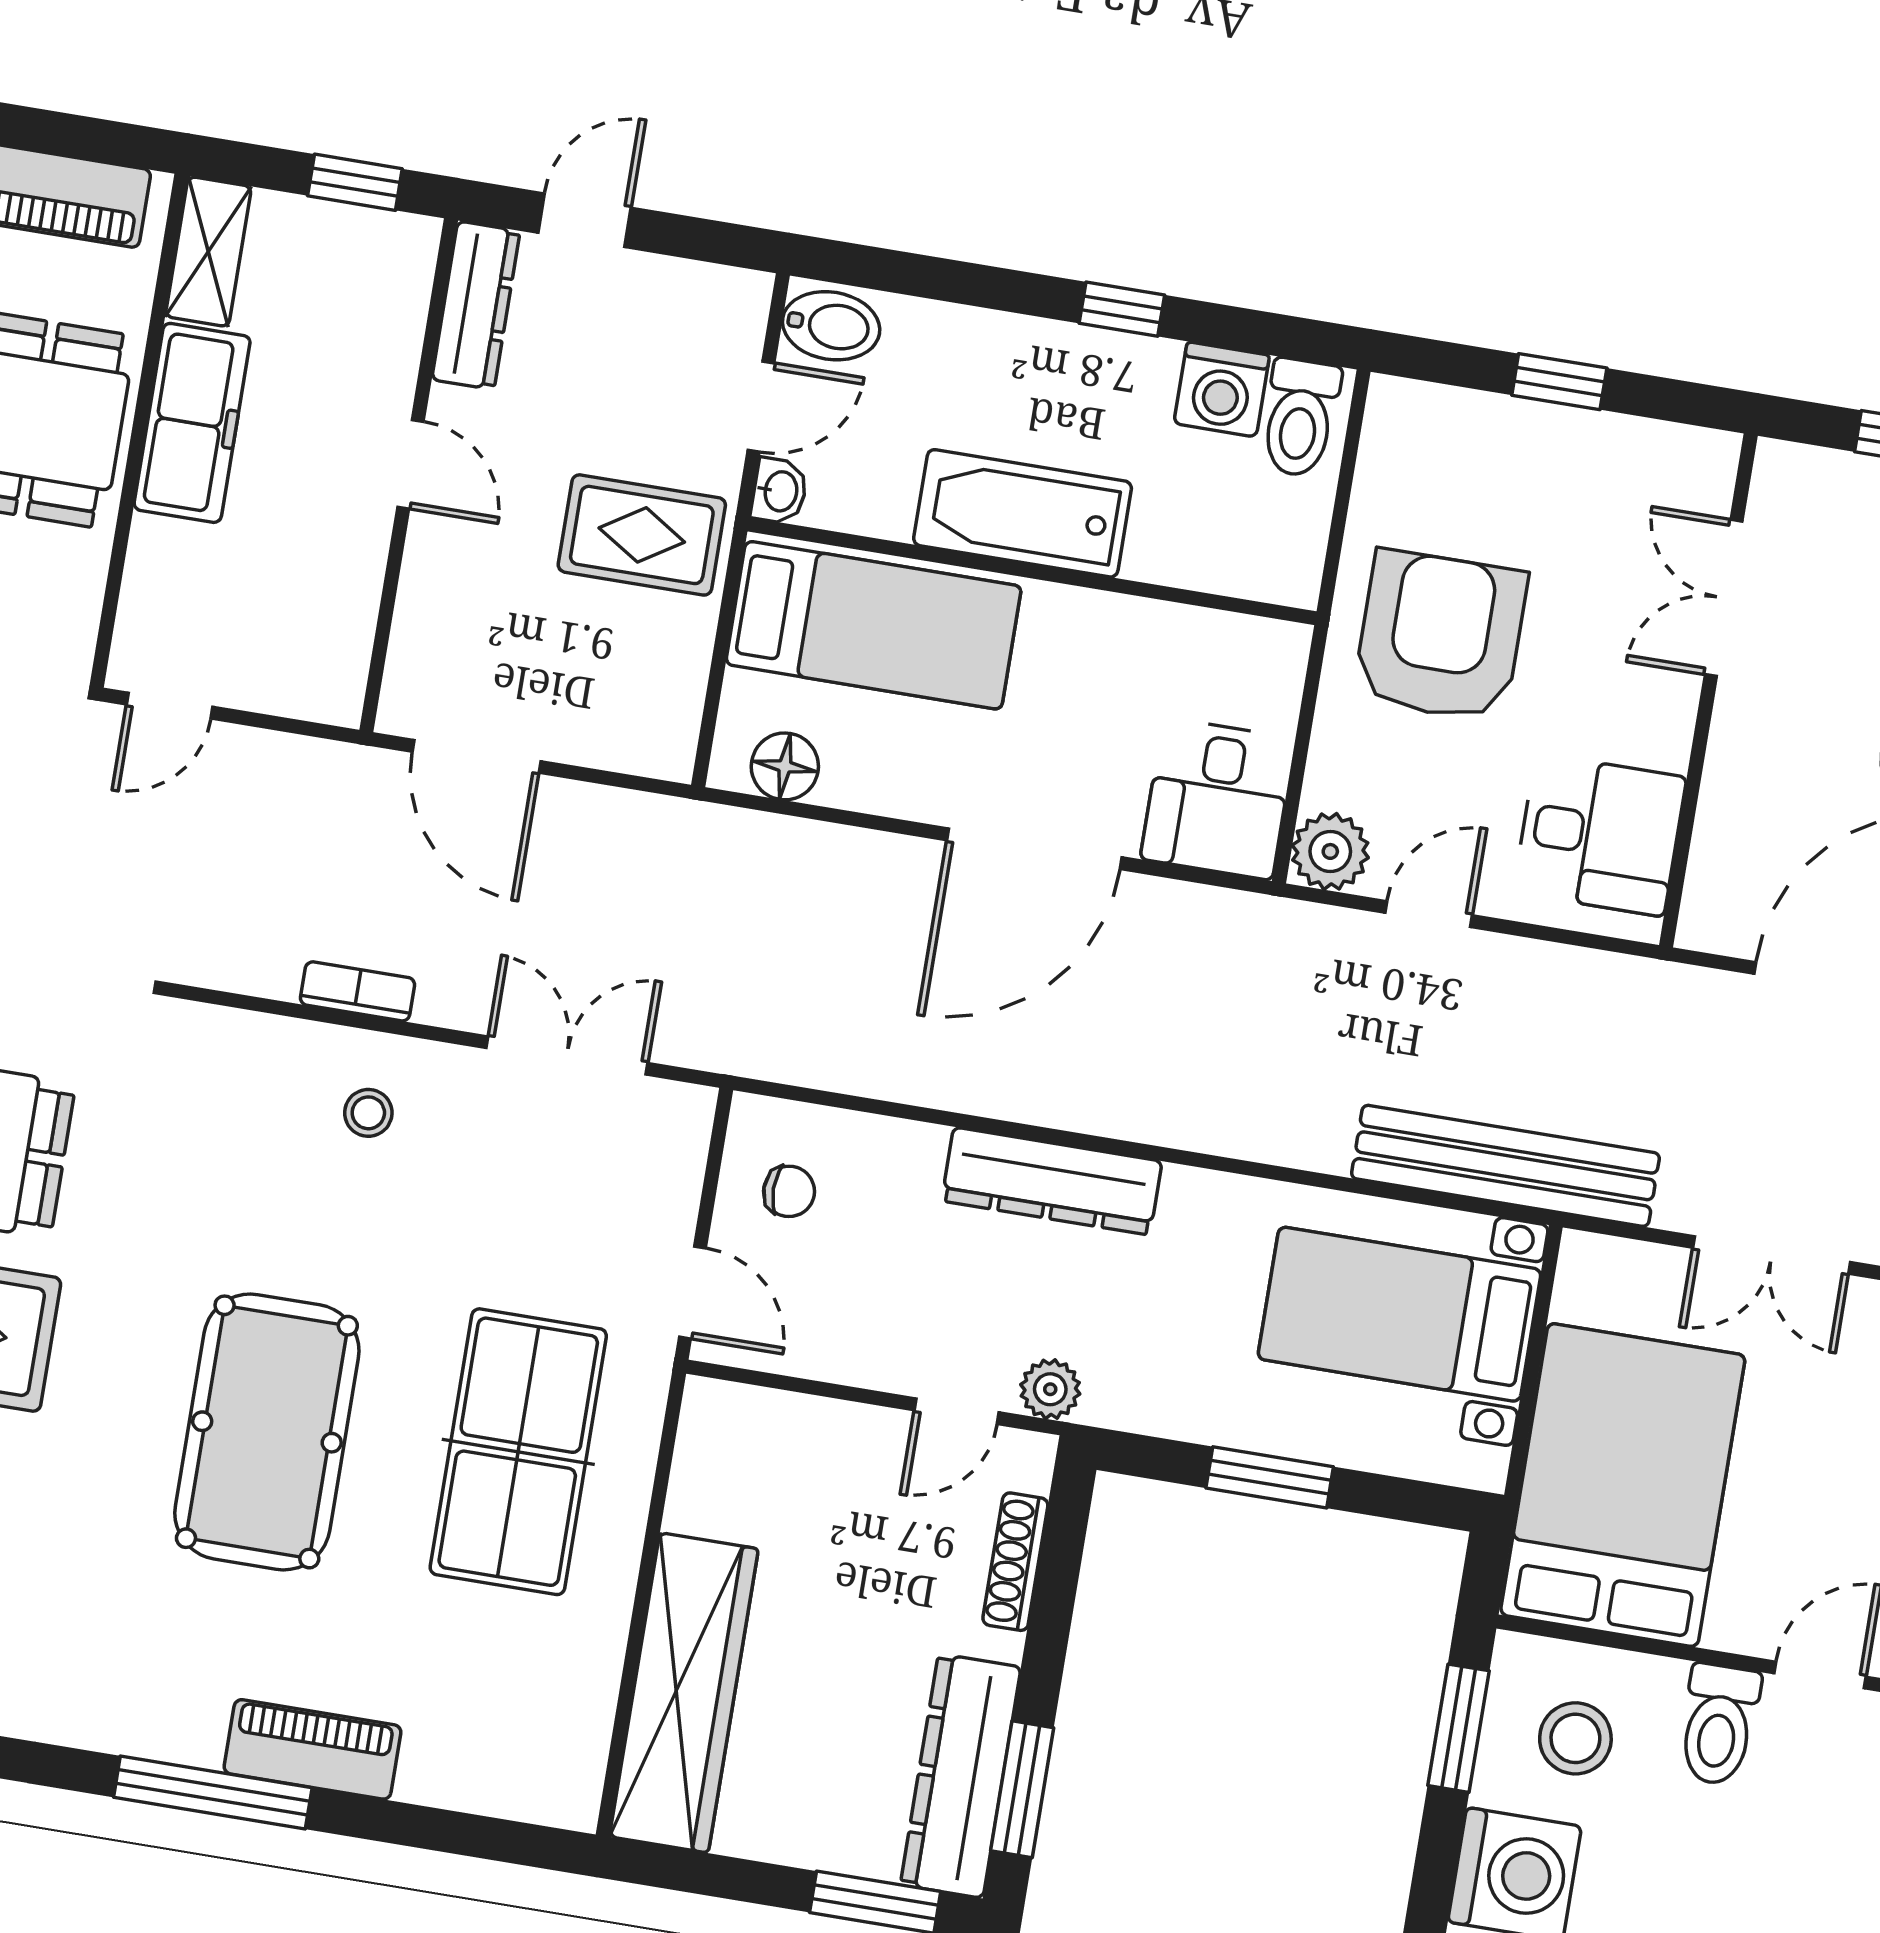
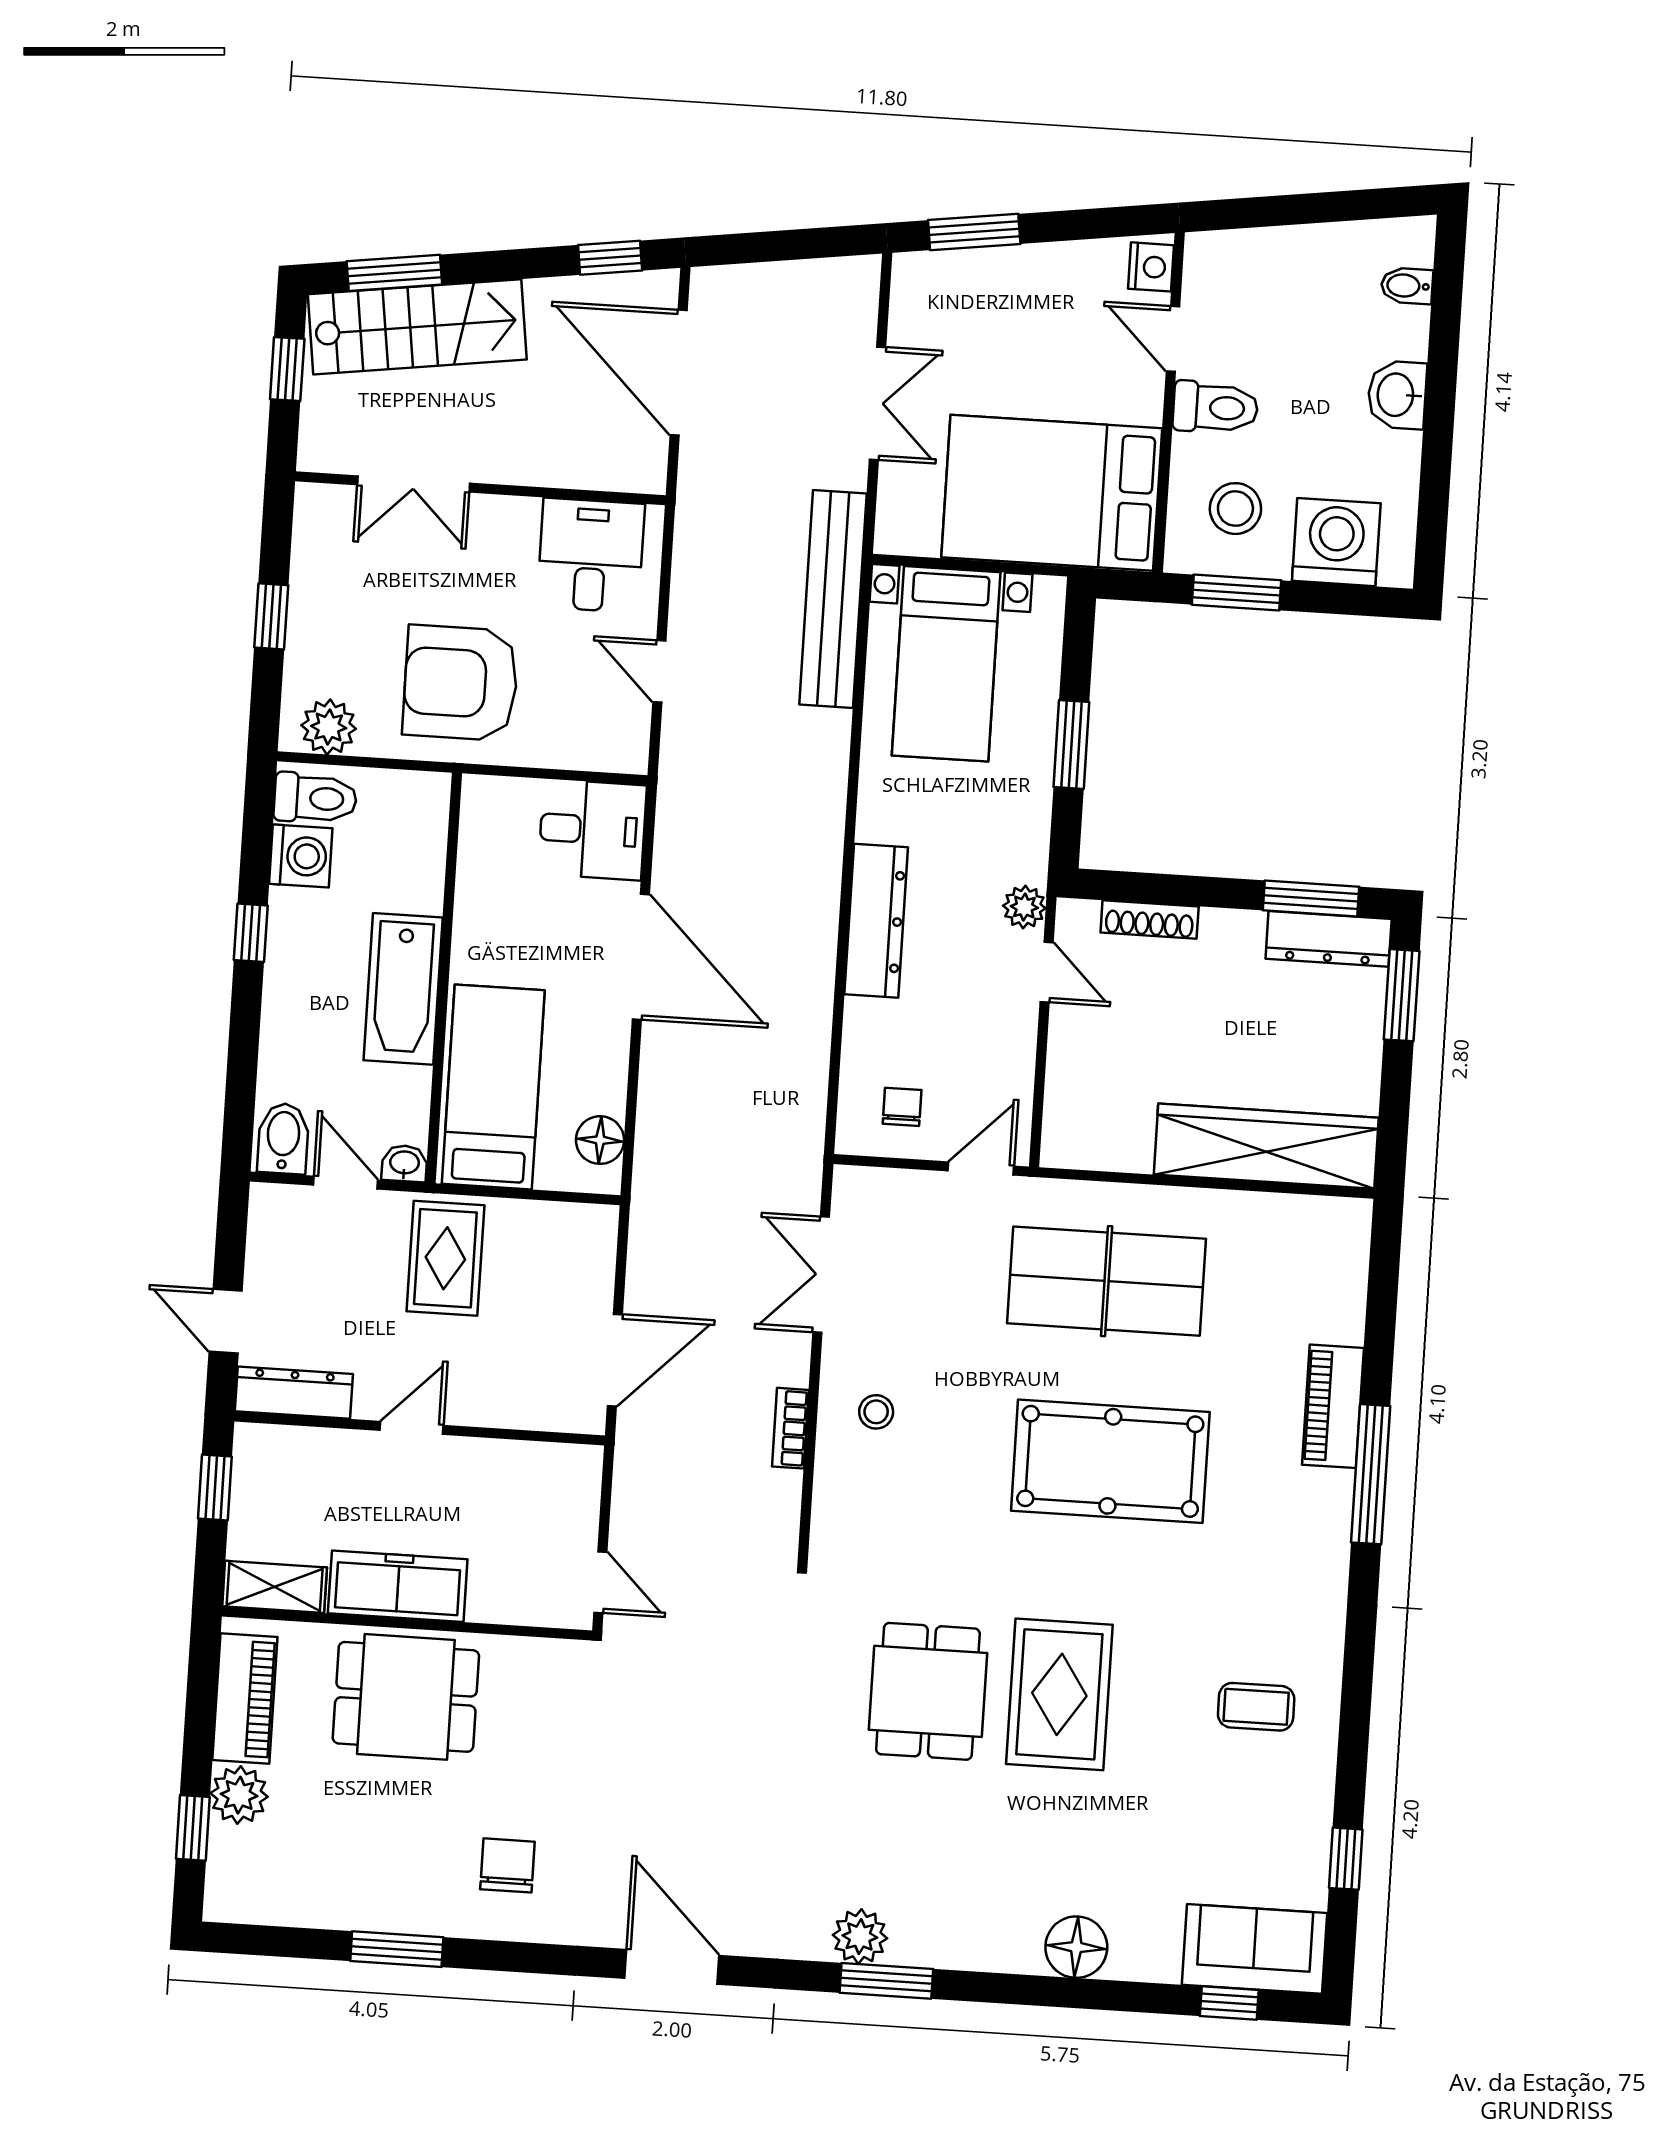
plant: (1330, 851) -> (329, 727), moved
dresser: (961, 1776) -> (1329, 939), width x0.73, depth x0.80

